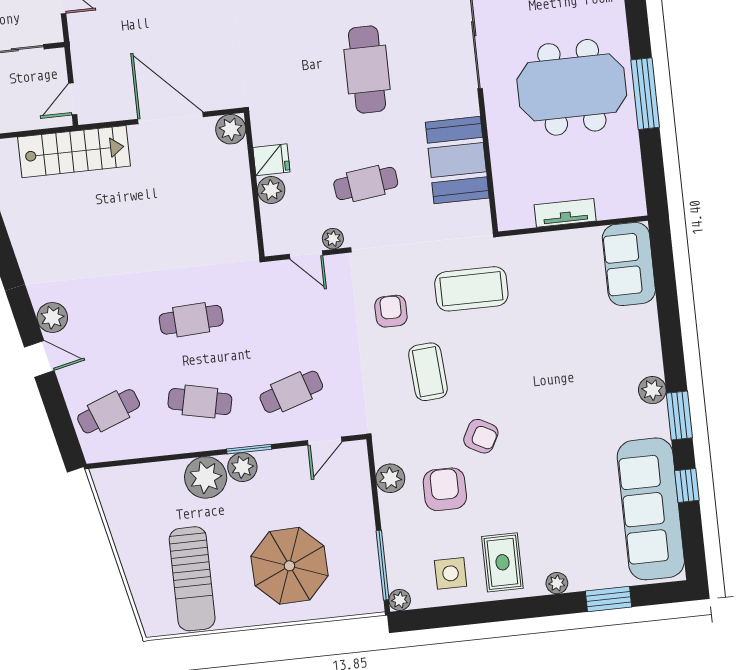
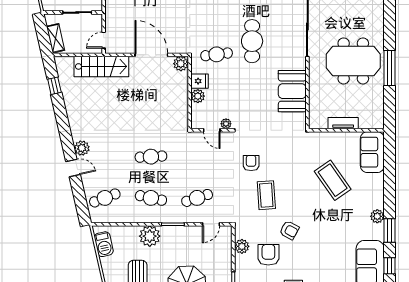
cafe table: (366, 183) -> (217, 54), moved
coffee table: (471, 289) -> (333, 180), moved, turned 55
plant: (242, 467) -> (169, 233), removed
barbecue: (116, 503) -> (104, 244), added

